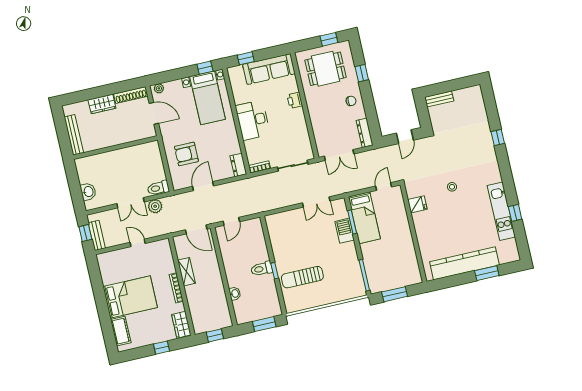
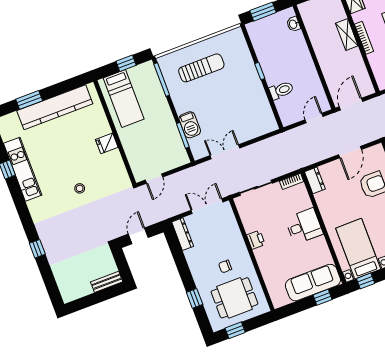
sofa: (269, 69) -> (313, 283), moved
printer: (295, 100) -> (256, 240), moved
chair: (351, 101) -> (225, 266), moved
desk: (253, 120) -> (304, 226), width x0.73
fridge: (417, 204) -> (107, 143), moved
bed: (364, 218) -> (124, 99), moved, turned 180
door: (196, 229) -> (351, 104), hinge flipped
toilet: (262, 269) -> (281, 90), moved
shelving: (186, 272) -> (347, 34), moved
sun lounger: (302, 277) -> (201, 68), moved
washbasin: (235, 294) -> (293, 24), moved
window: (395, 294) -> (126, 63), width x0.67

